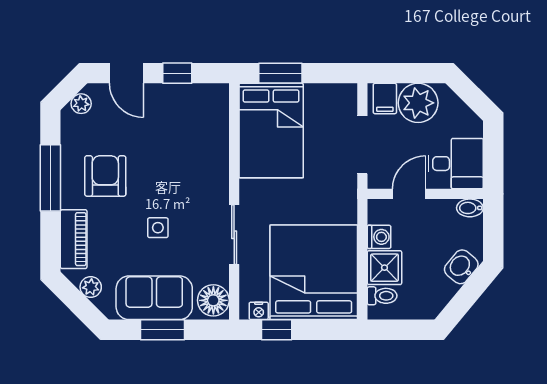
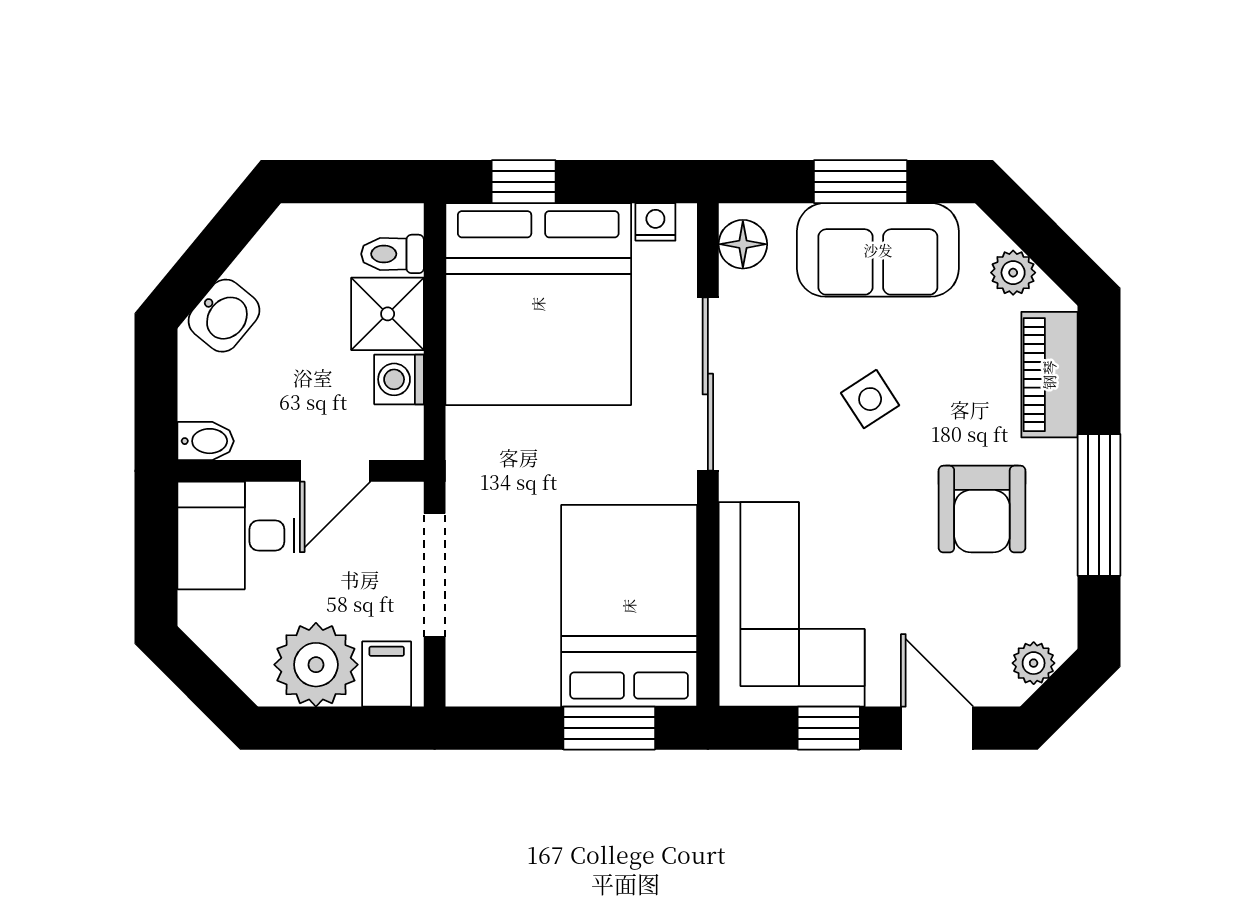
corner sofa: (195, 131) -> (792, 604), added
side table: (158, 228) -> (870, 399), turned -33
sliding door: (234, 235) -> (708, 384), width x1.37
floor lamp: (213, 300) -> (743, 244), width x0.73, depth x0.73
window: (277, 330) -> (524, 182), moved

